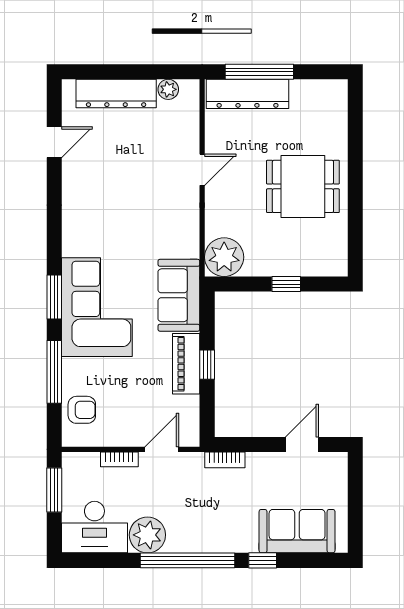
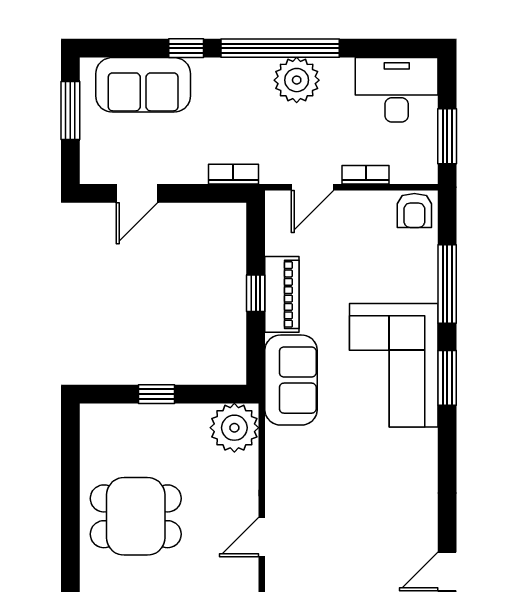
armchair: (82, 410) -> (414, 210), moved, turned -90
window: (355, 511) -> (70, 111), added
plant: (147, 535) -> (297, 80), moved

